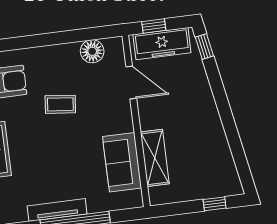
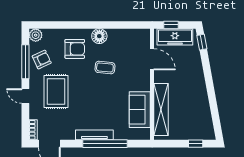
floor lamp: (92, 51) -> (99, 36), moved
shelving: (155, 158) -> (161, 109), width x1.47

